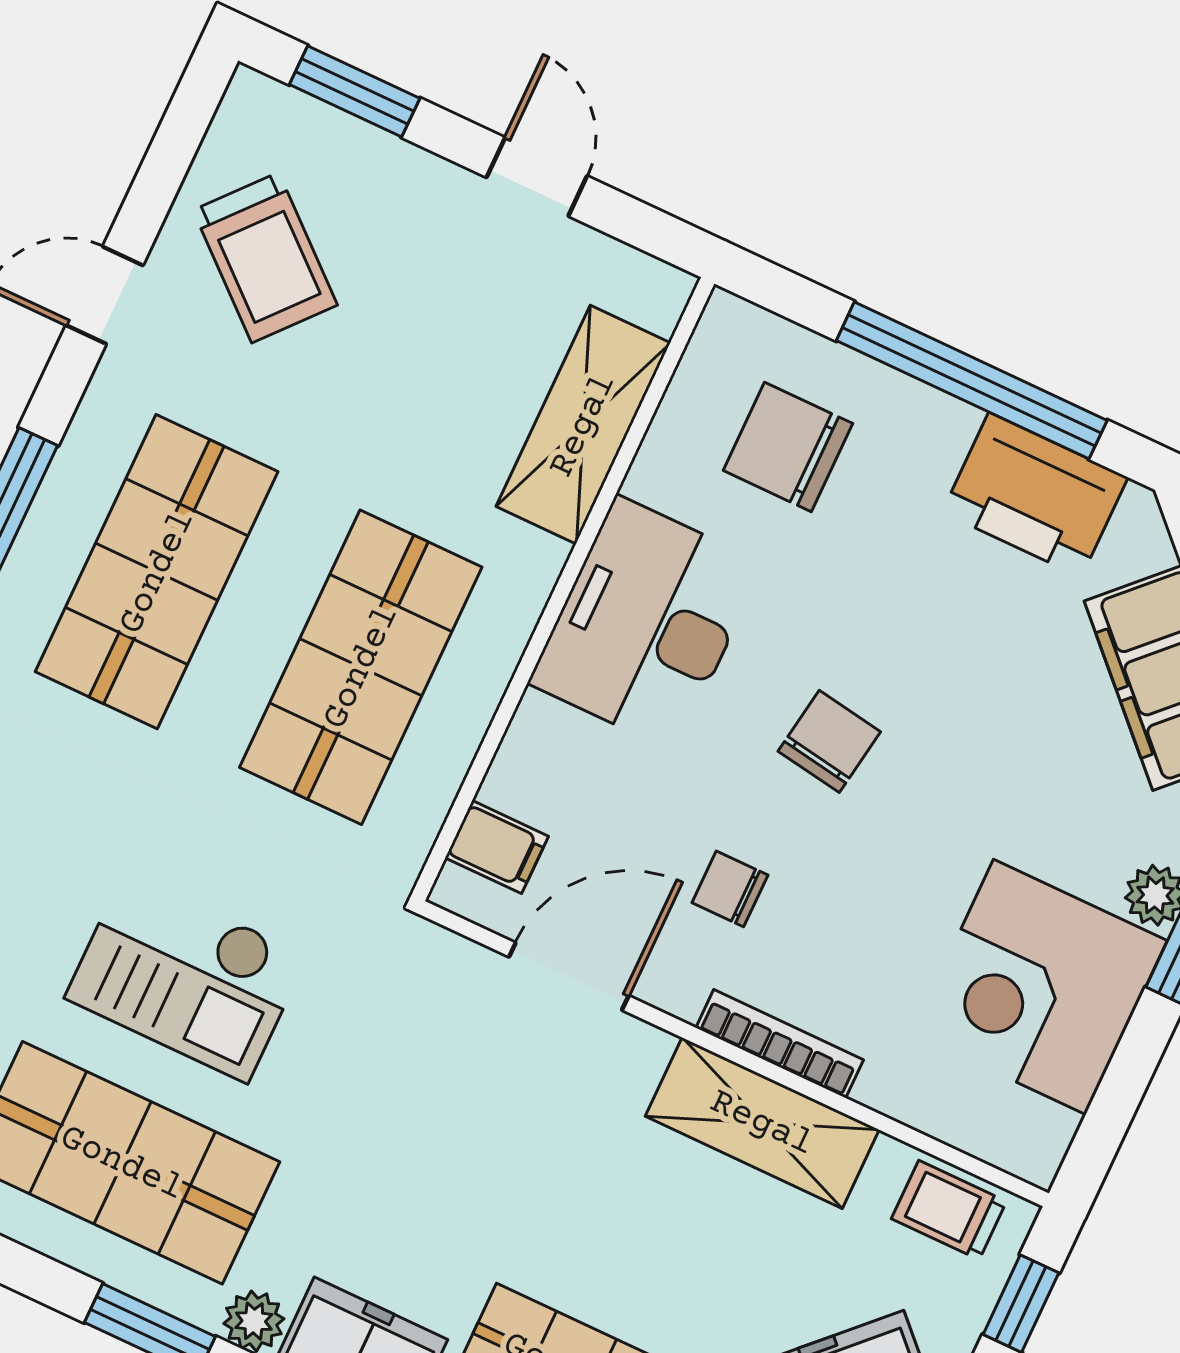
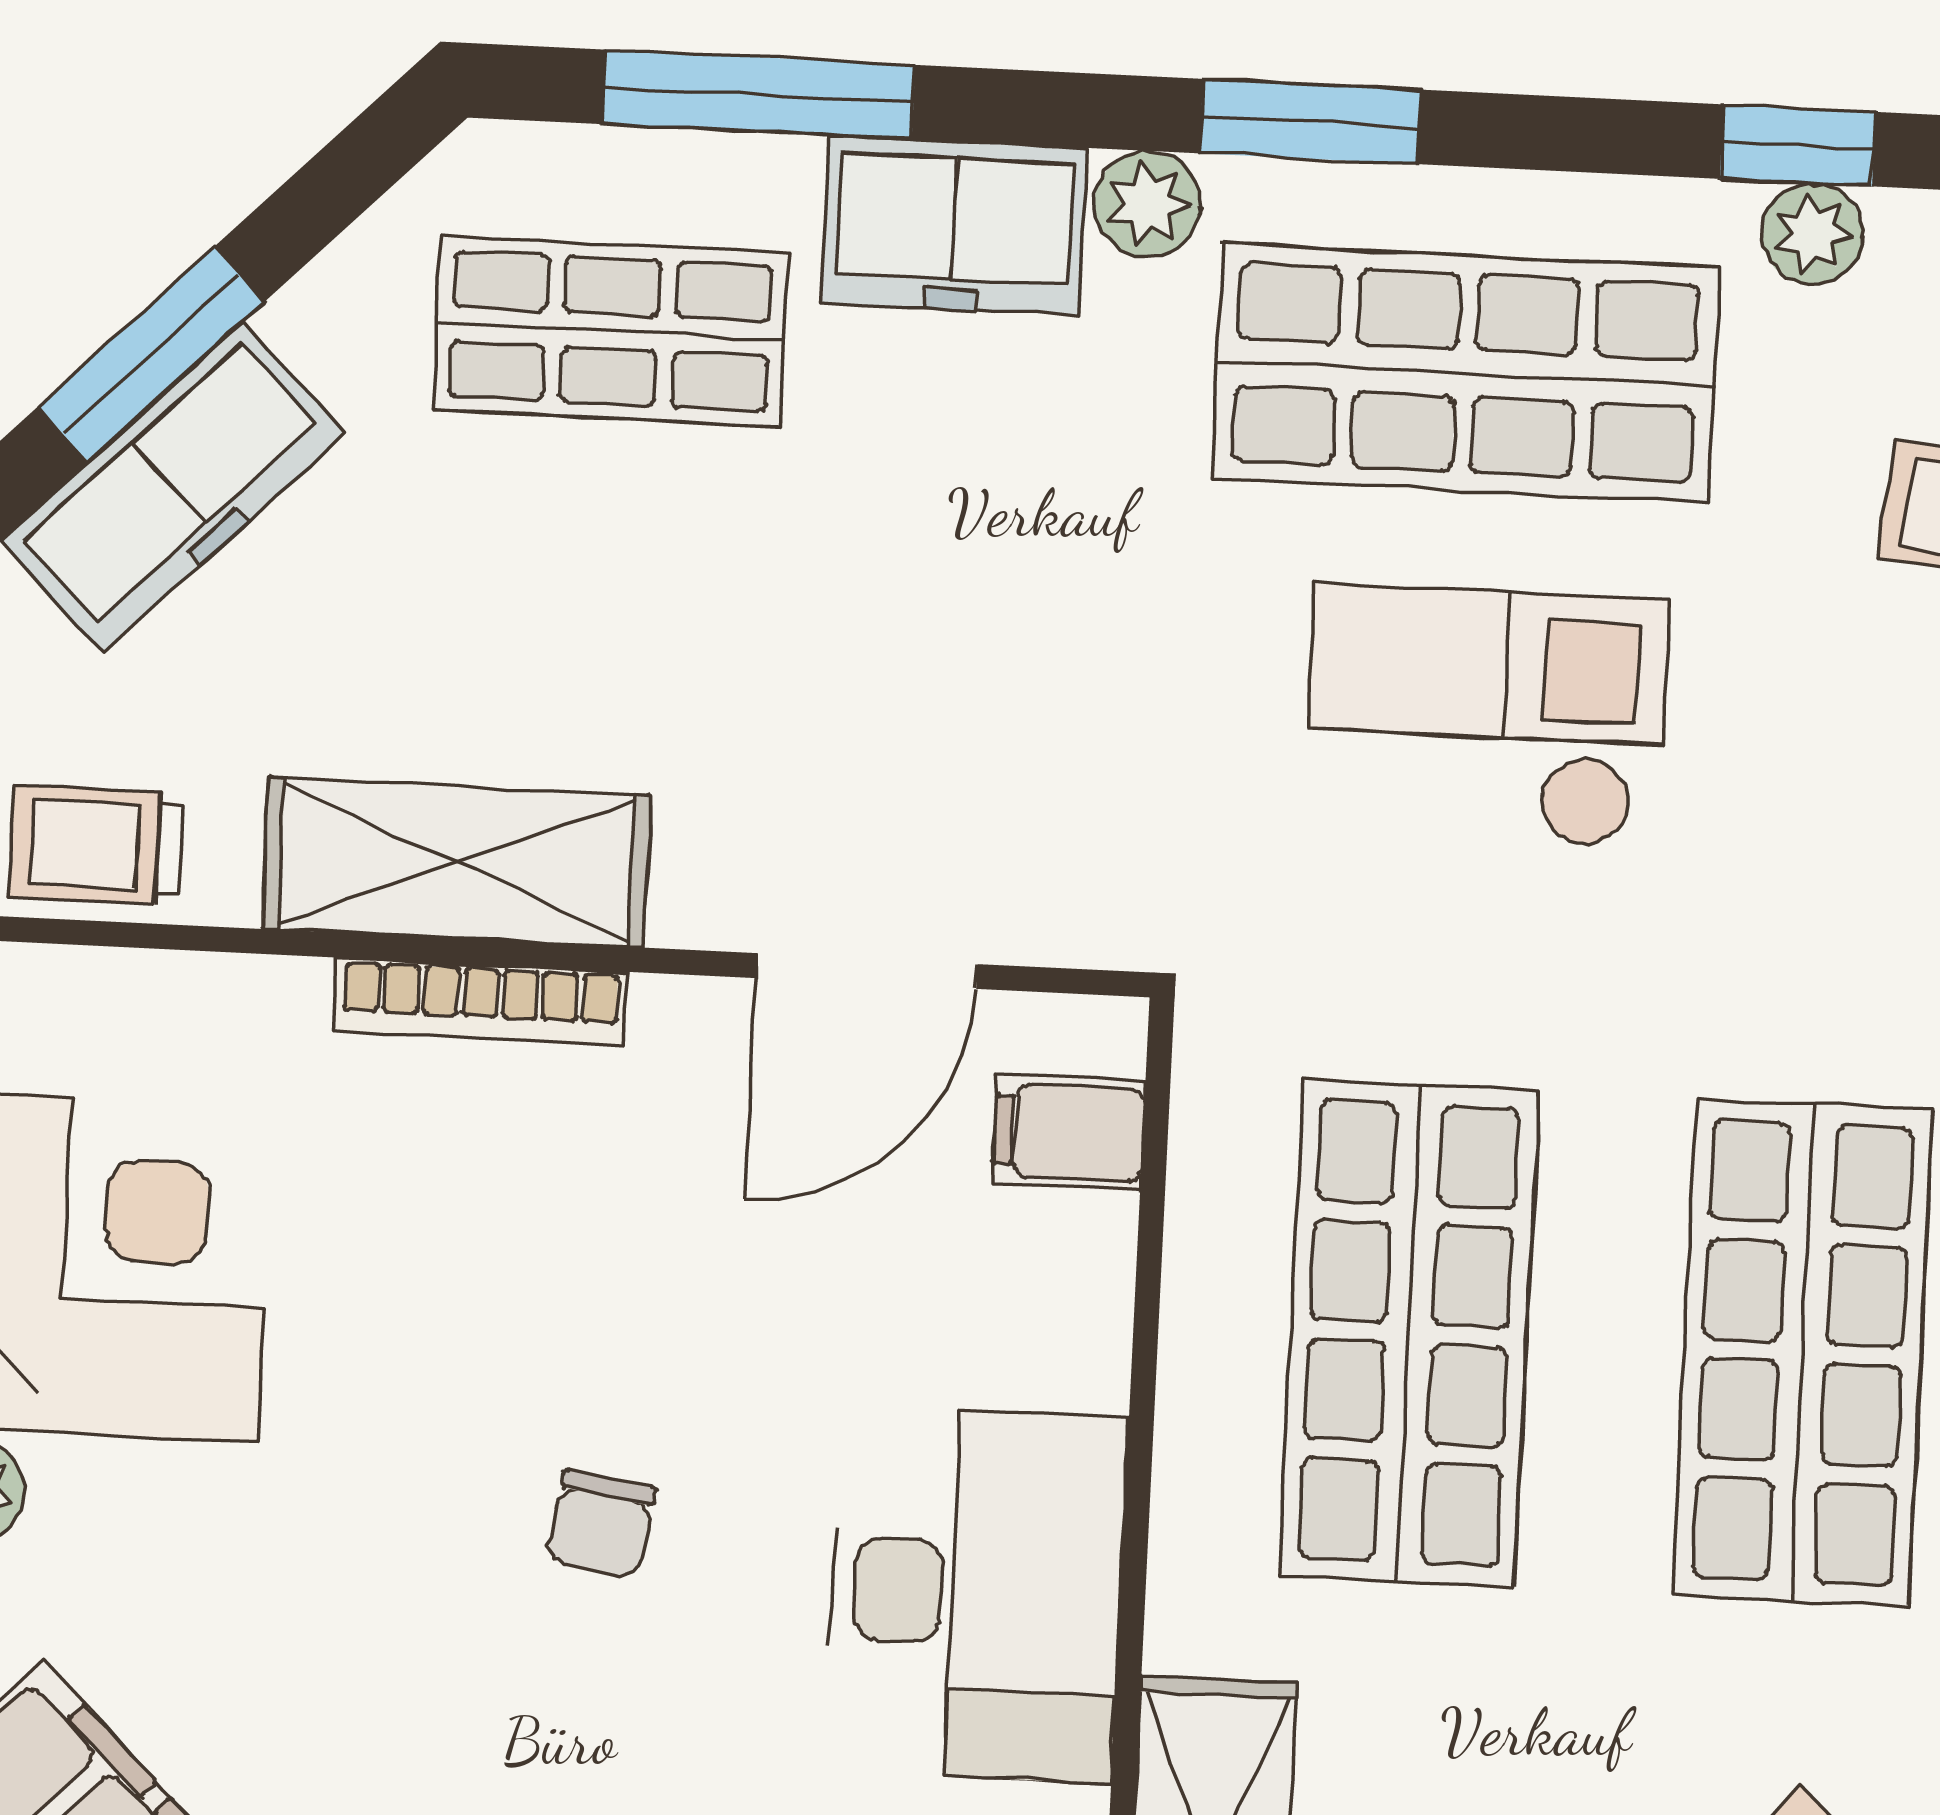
chair: (829, 741) -> (601, 1524), width x0.73, depth x0.73
chair: (730, 889) -> (664, 1220), removed
trolley: (949, 1210) -> (96, 845), turned 180

